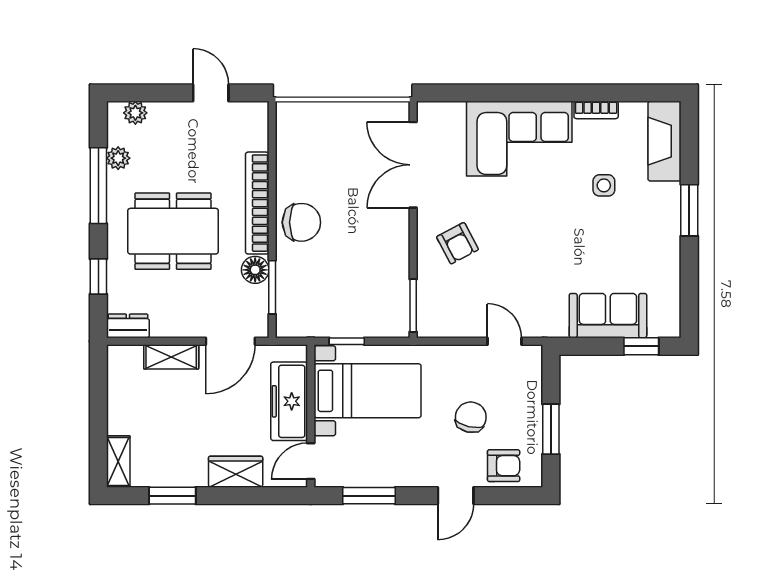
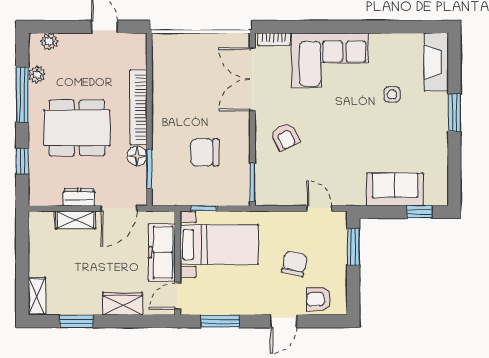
bookcase: (596, 110) -> (274, 39), moved
chair: (301, 222) -> (205, 152), moved, turned 180
dresser: (128, 326) -> (79, 197), moved
window: (551, 429) -> (353, 247), moved
armchair: (504, 466) -> (319, 299), turned 180

